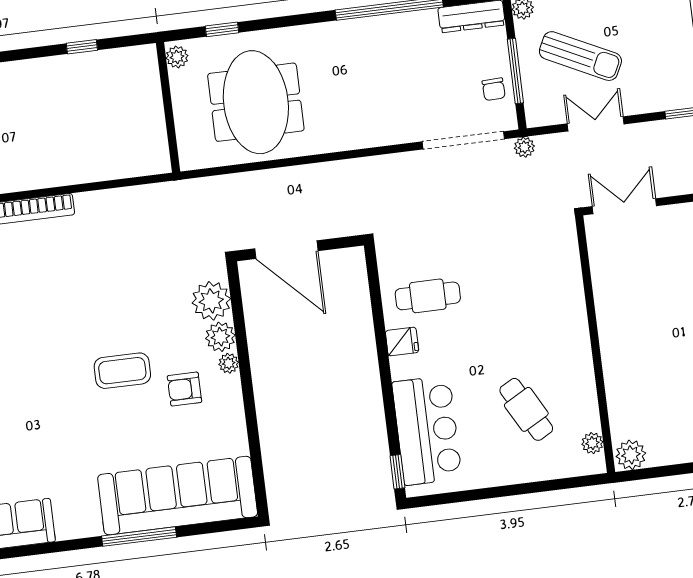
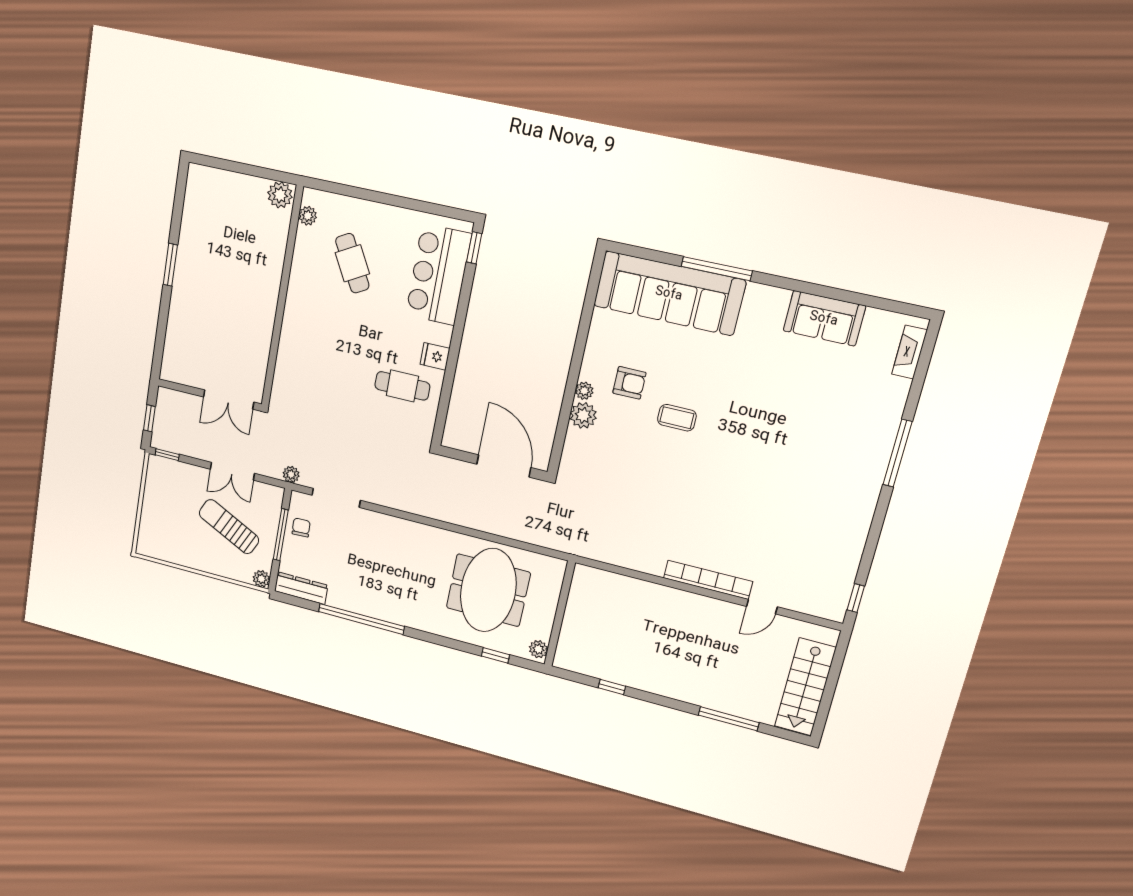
doorway: (463, 140) -> (336, 498), width x0.73
plant: (211, 301) -> (580, 448), removed
coffee table: (122, 371) -> (677, 418), width x0.73, depth x0.77

